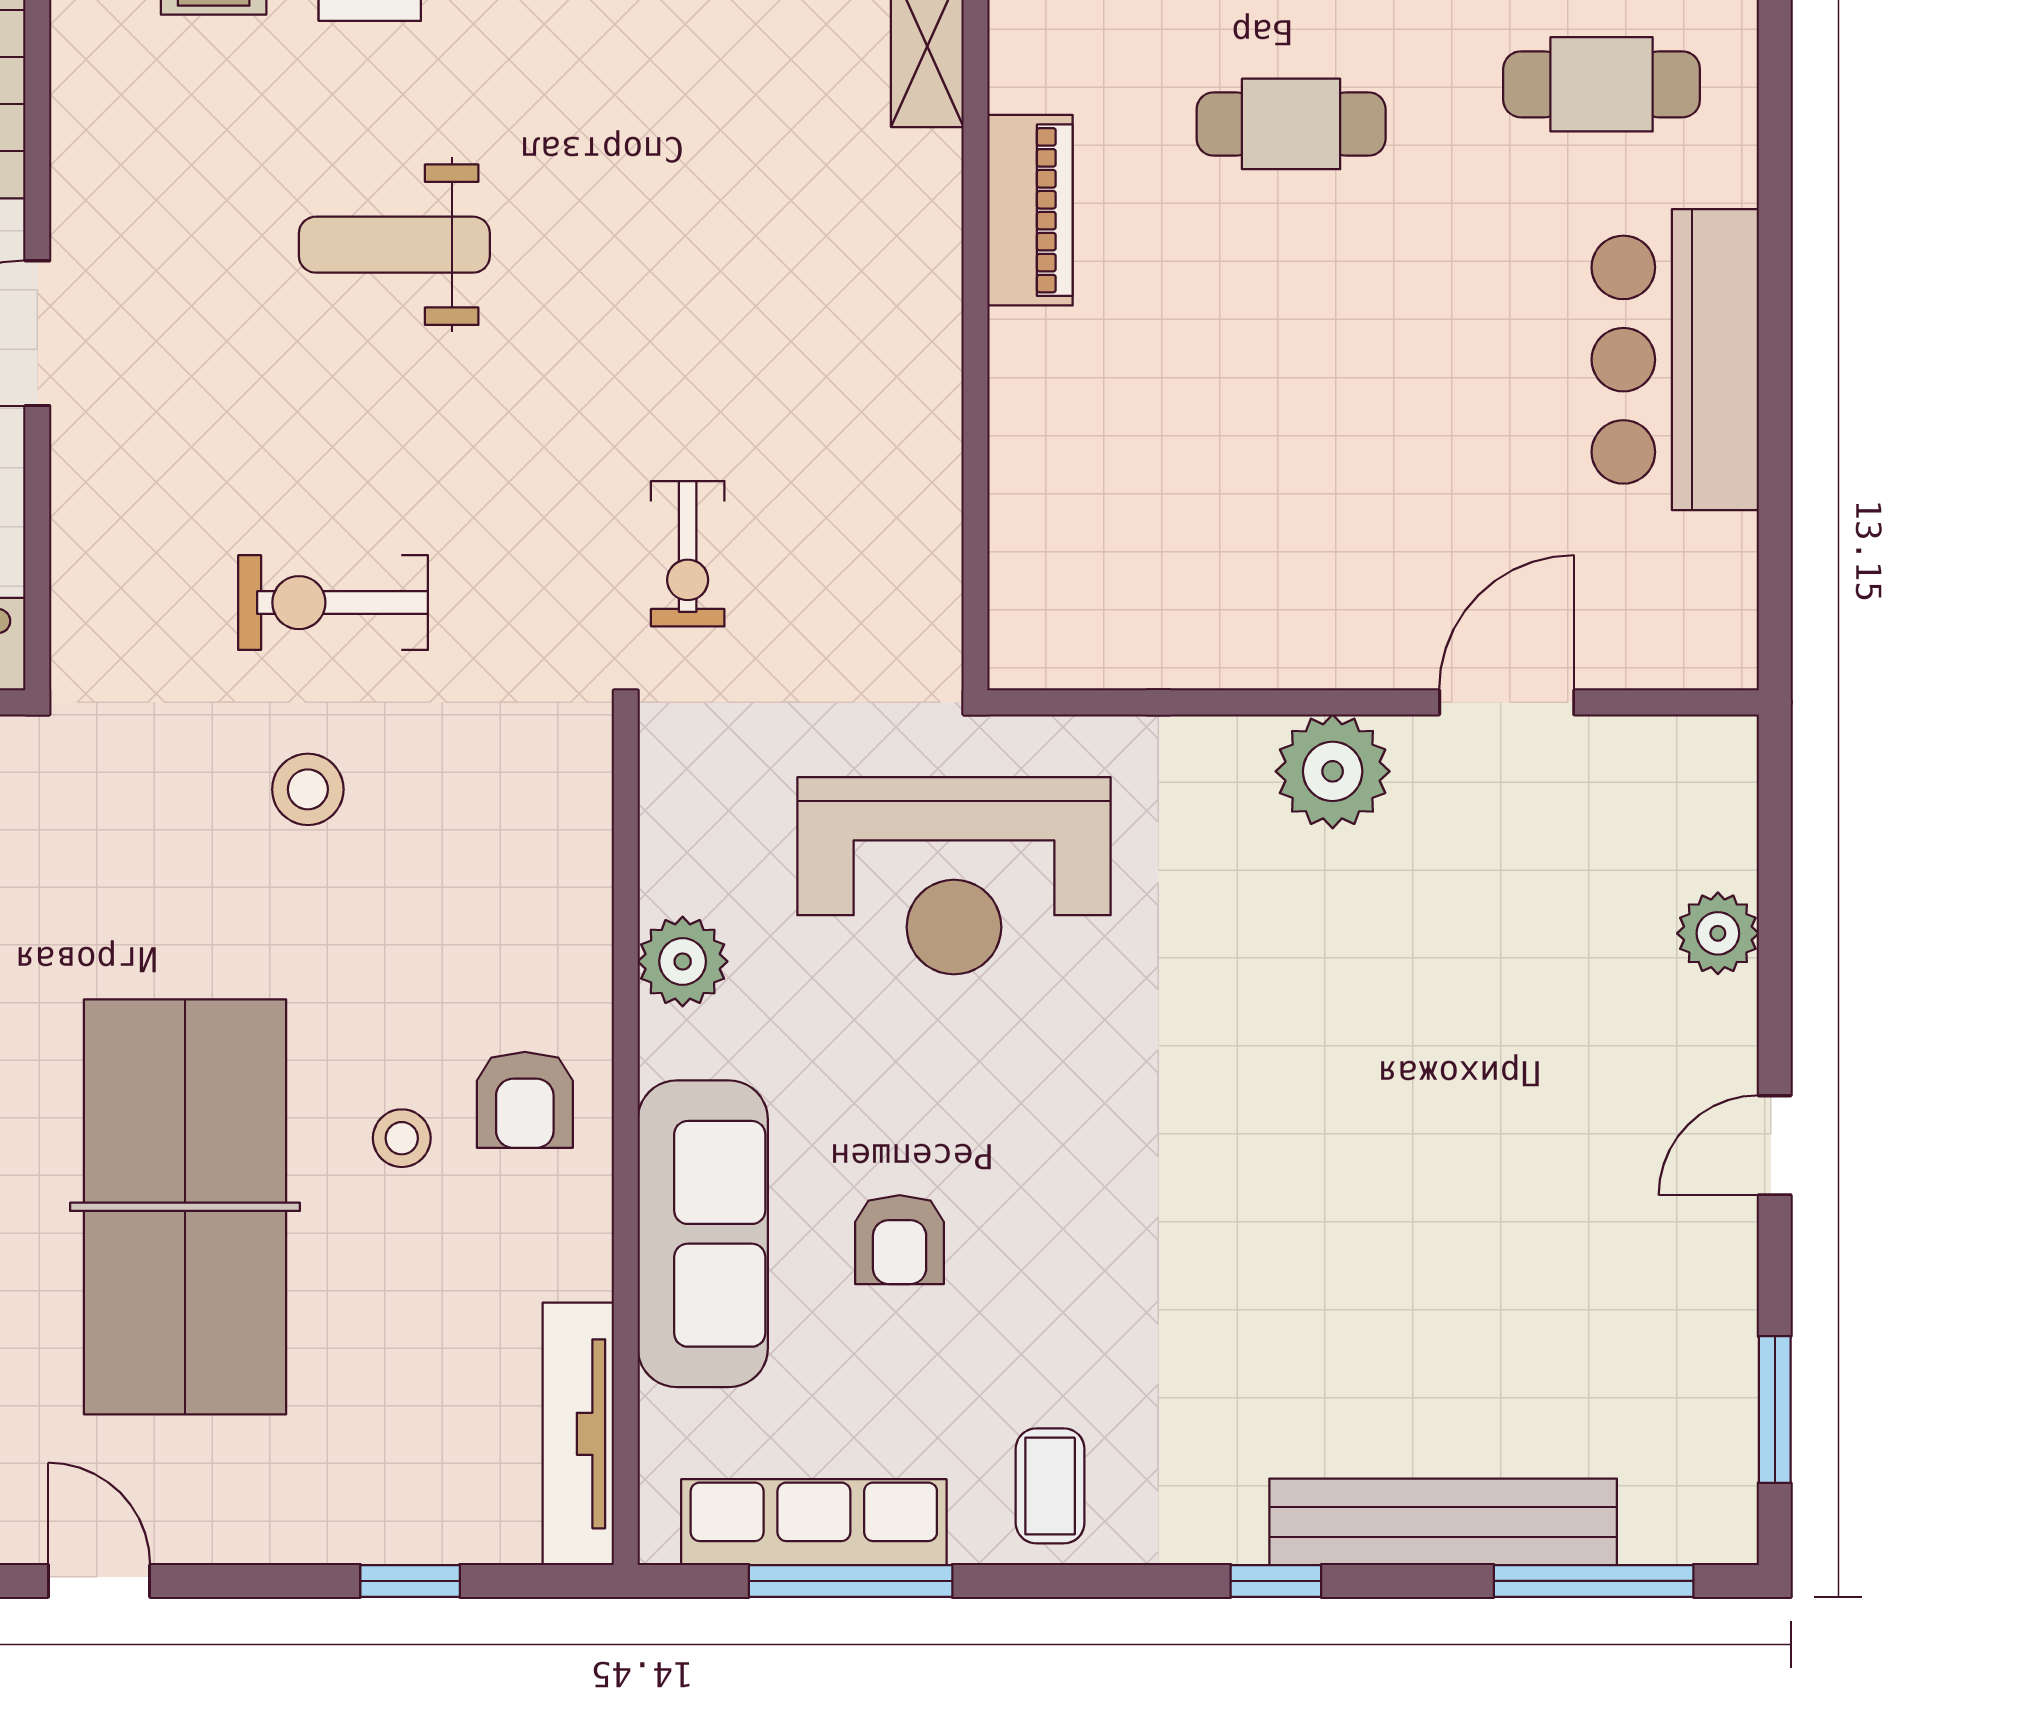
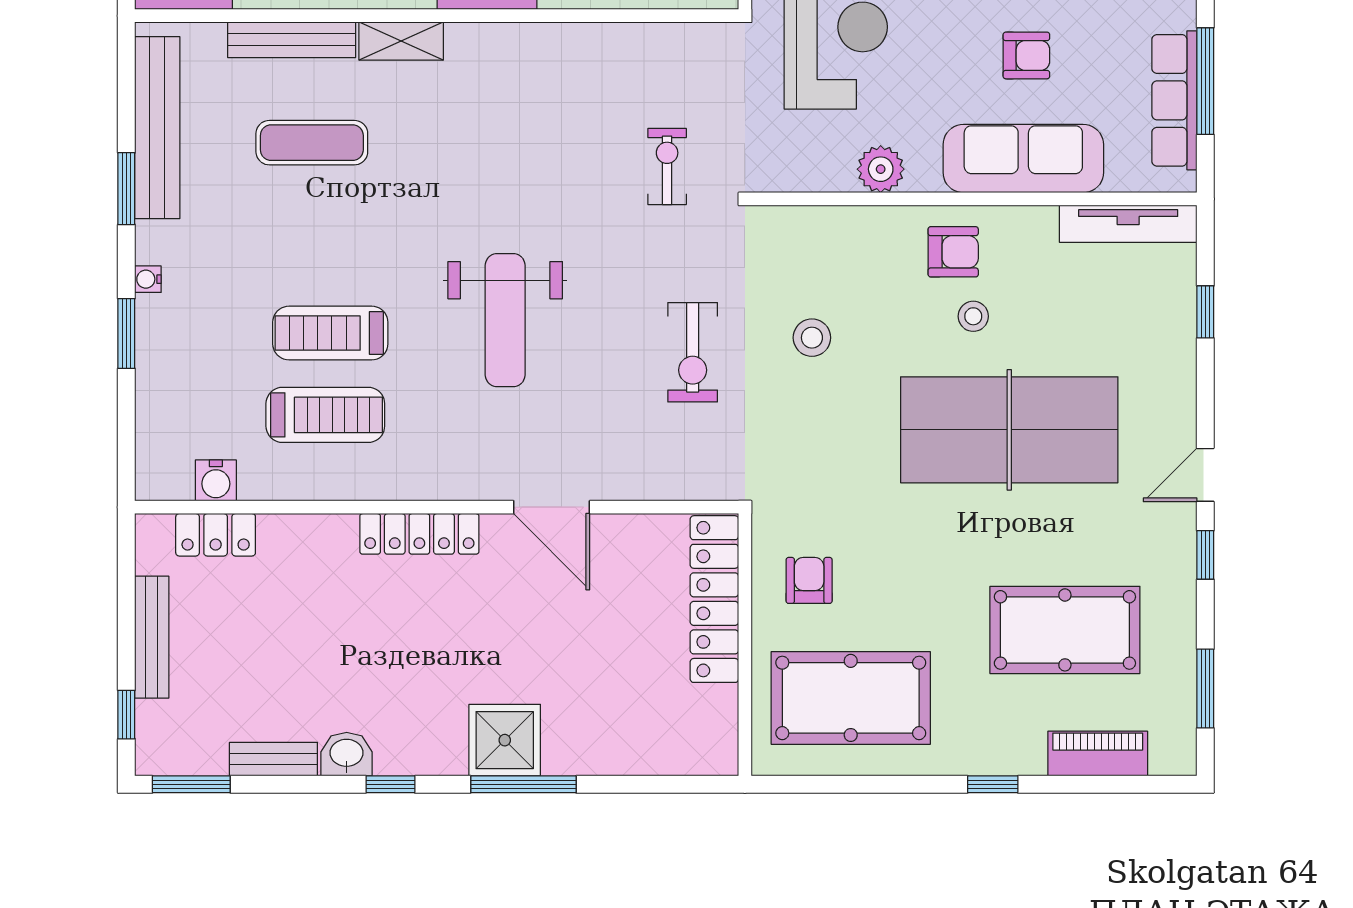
weight bench: (394, 245) -> (505, 320), width x1.36, depth x1.33
exercise bike: (688, 554) -> (667, 166), turned -90
stool: (308, 789) -> (812, 338), moved

